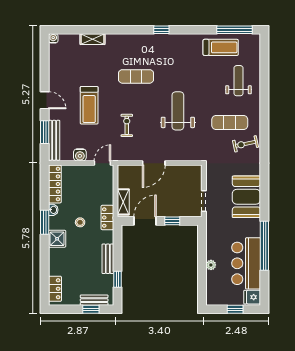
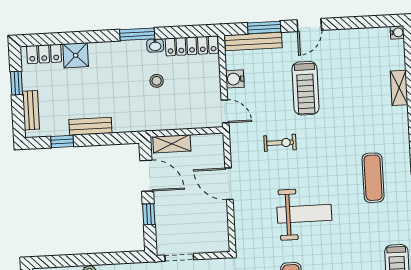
exercise mat: (136, 76) -> (373, 178), moved
treadmill: (89, 105) -> (306, 88), turned -90
locker: (107, 218) -> (149, 122), removed
stool: (80, 222) -> (157, 81), moved
shower: (57, 239) -> (76, 55), moved
window: (91, 309) -> (17, 83), moved

